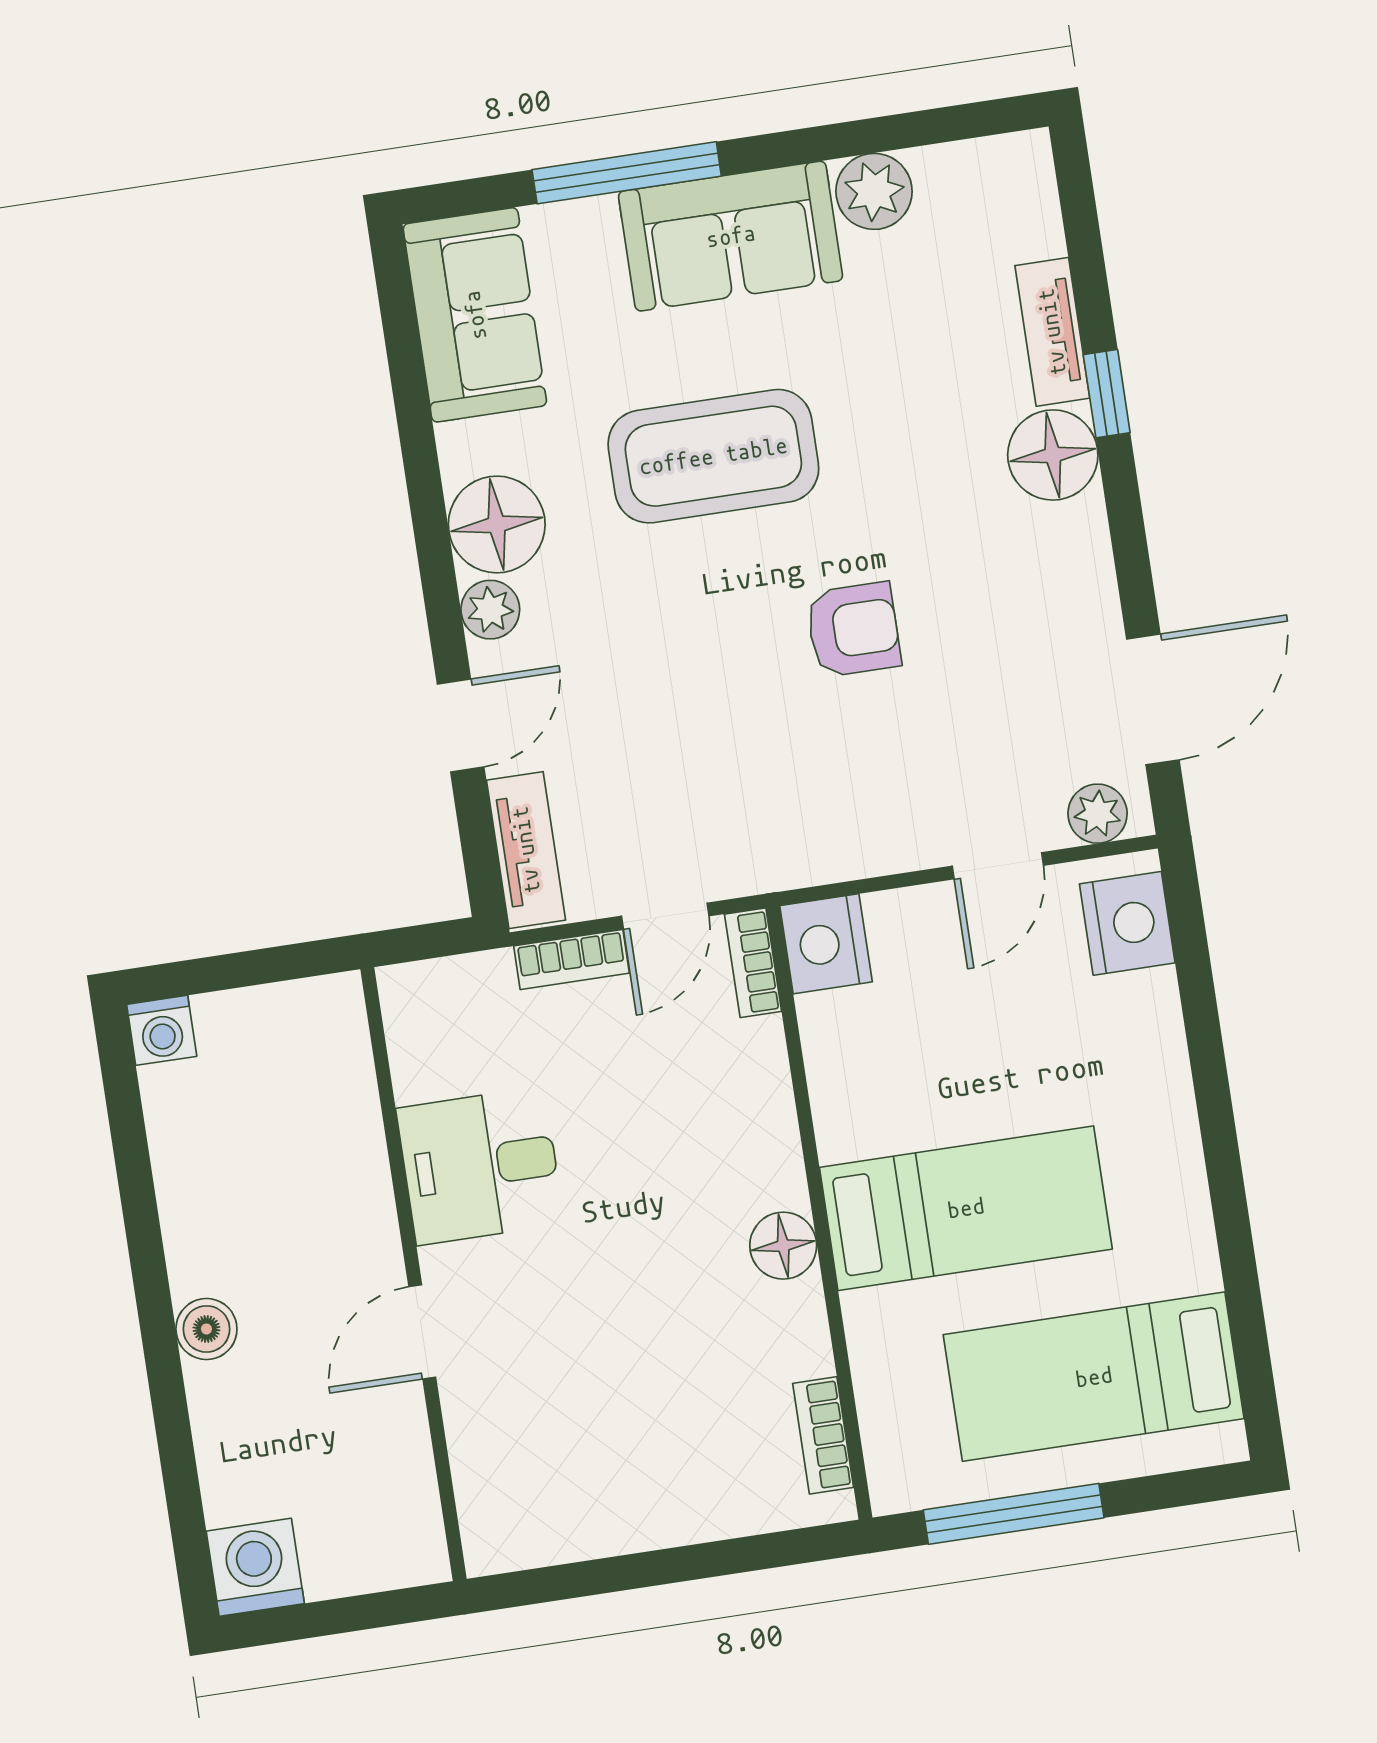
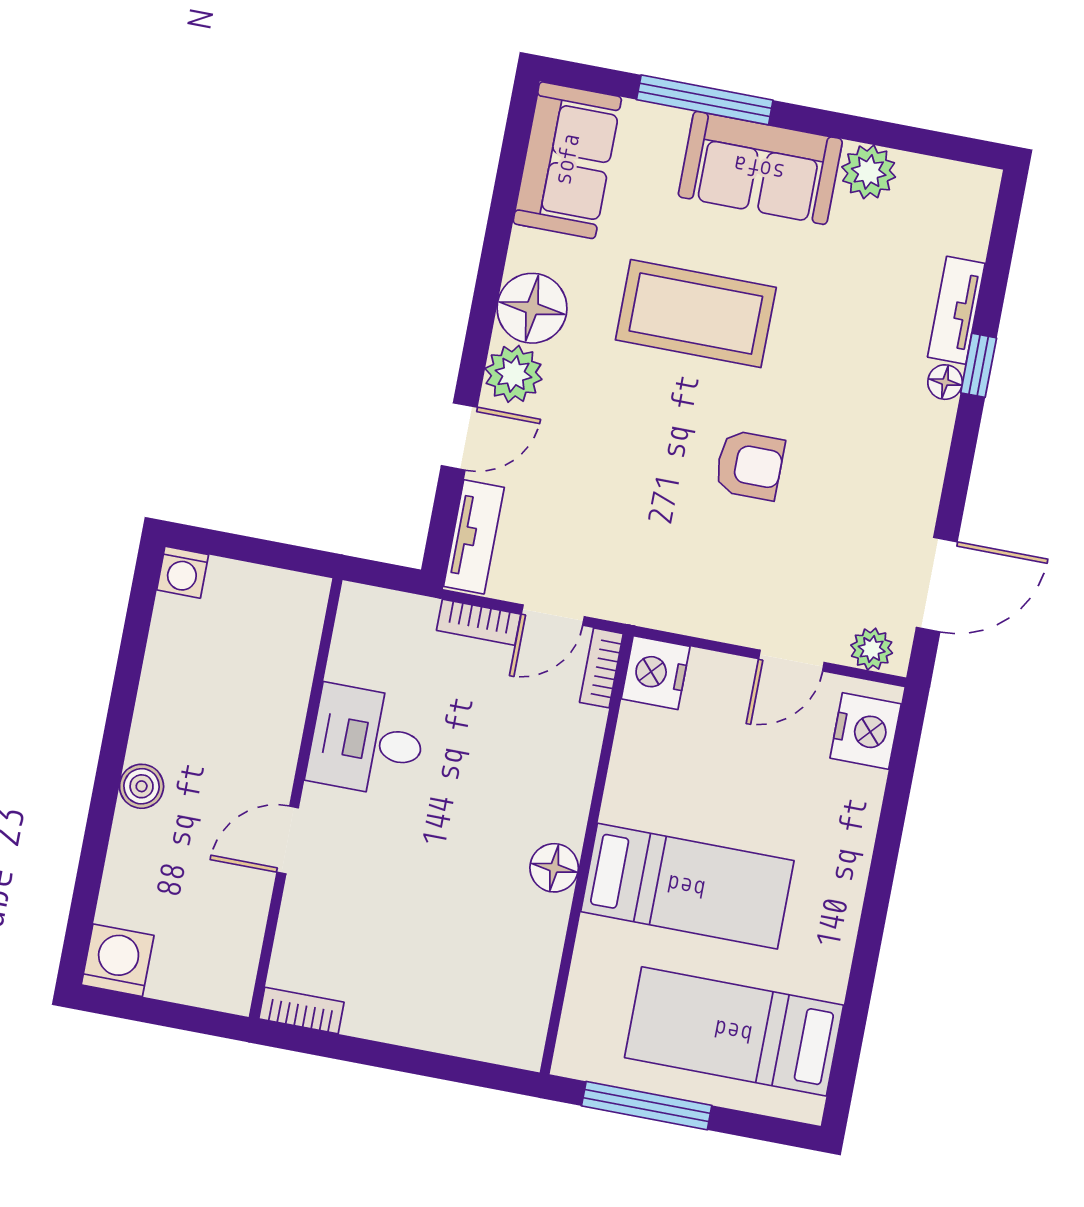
floor lamp: (1053, 455) -> (945, 382), width x0.53, depth x0.53
plant: (490, 610) -> (514, 374), width x1.38, depth x1.38
bookcase: (823, 1435) -> (301, 1011), moved, turned 90

